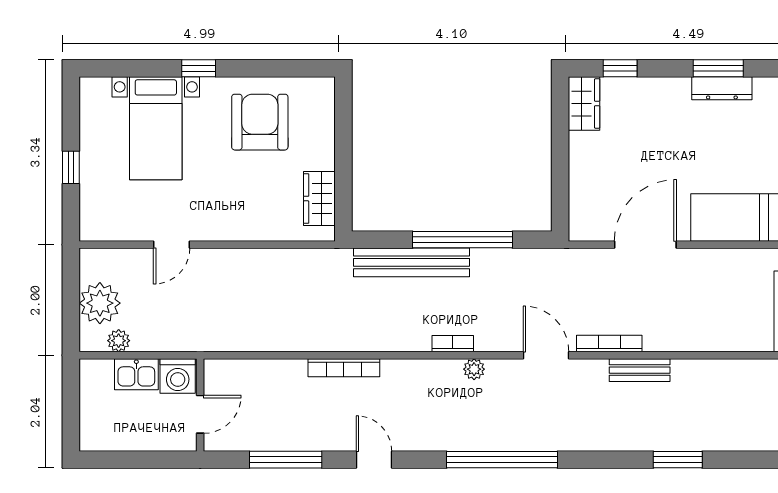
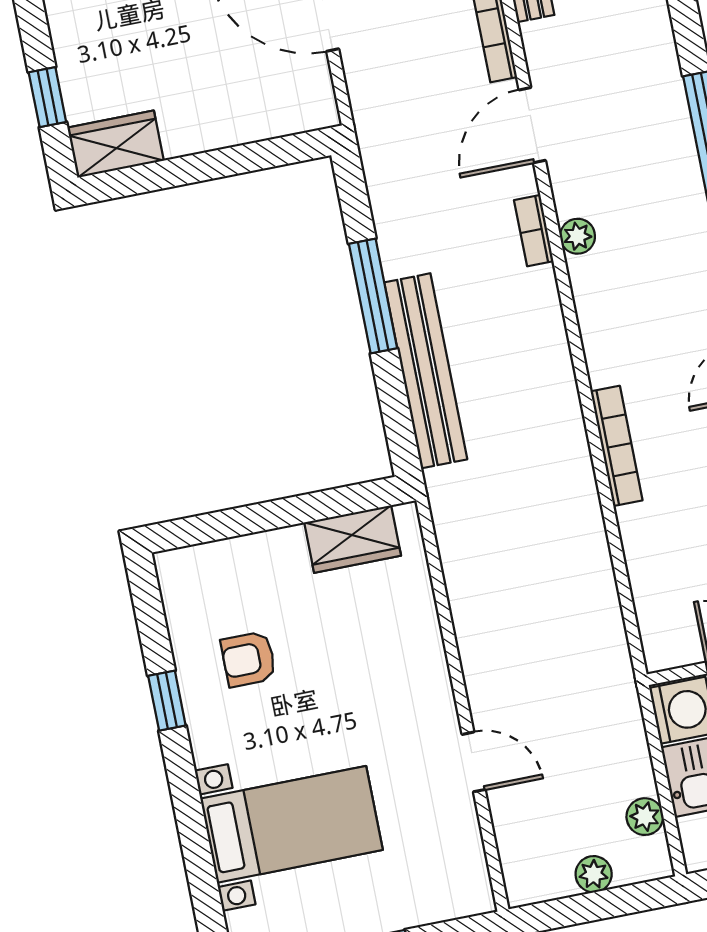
window: (199, 68) -> (167, 701), moved
armchair: (260, 122) -> (249, 659), width x0.53, depth x0.53
window: (463, 240) -> (373, 296), width x0.68
plant: (100, 303) -> (594, 874), width x0.53, depth x0.53
bookcase: (453, 344) -> (534, 231), moved

